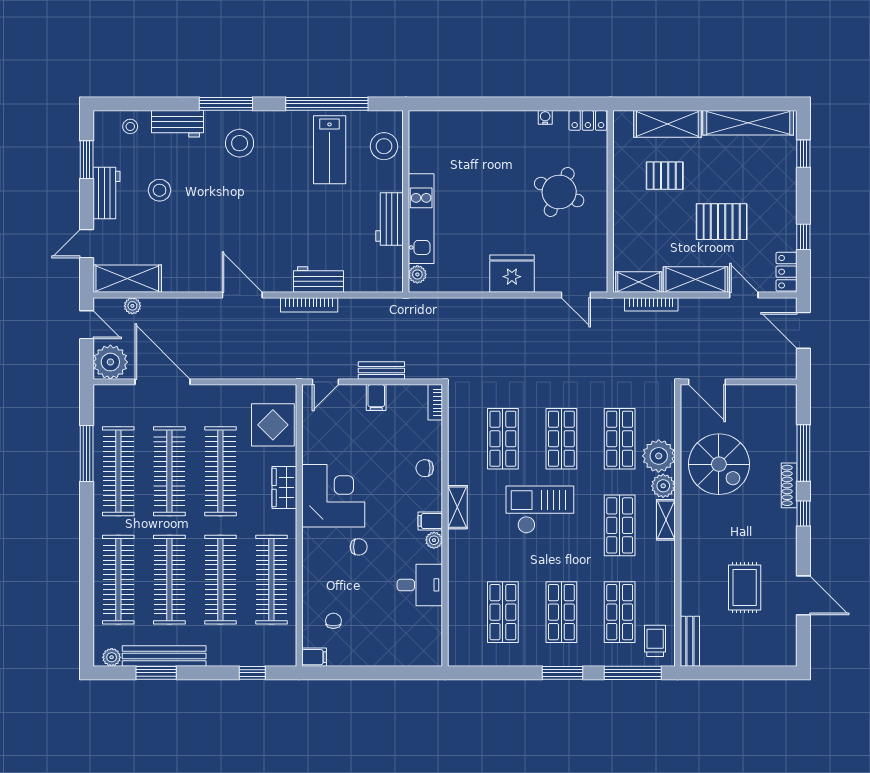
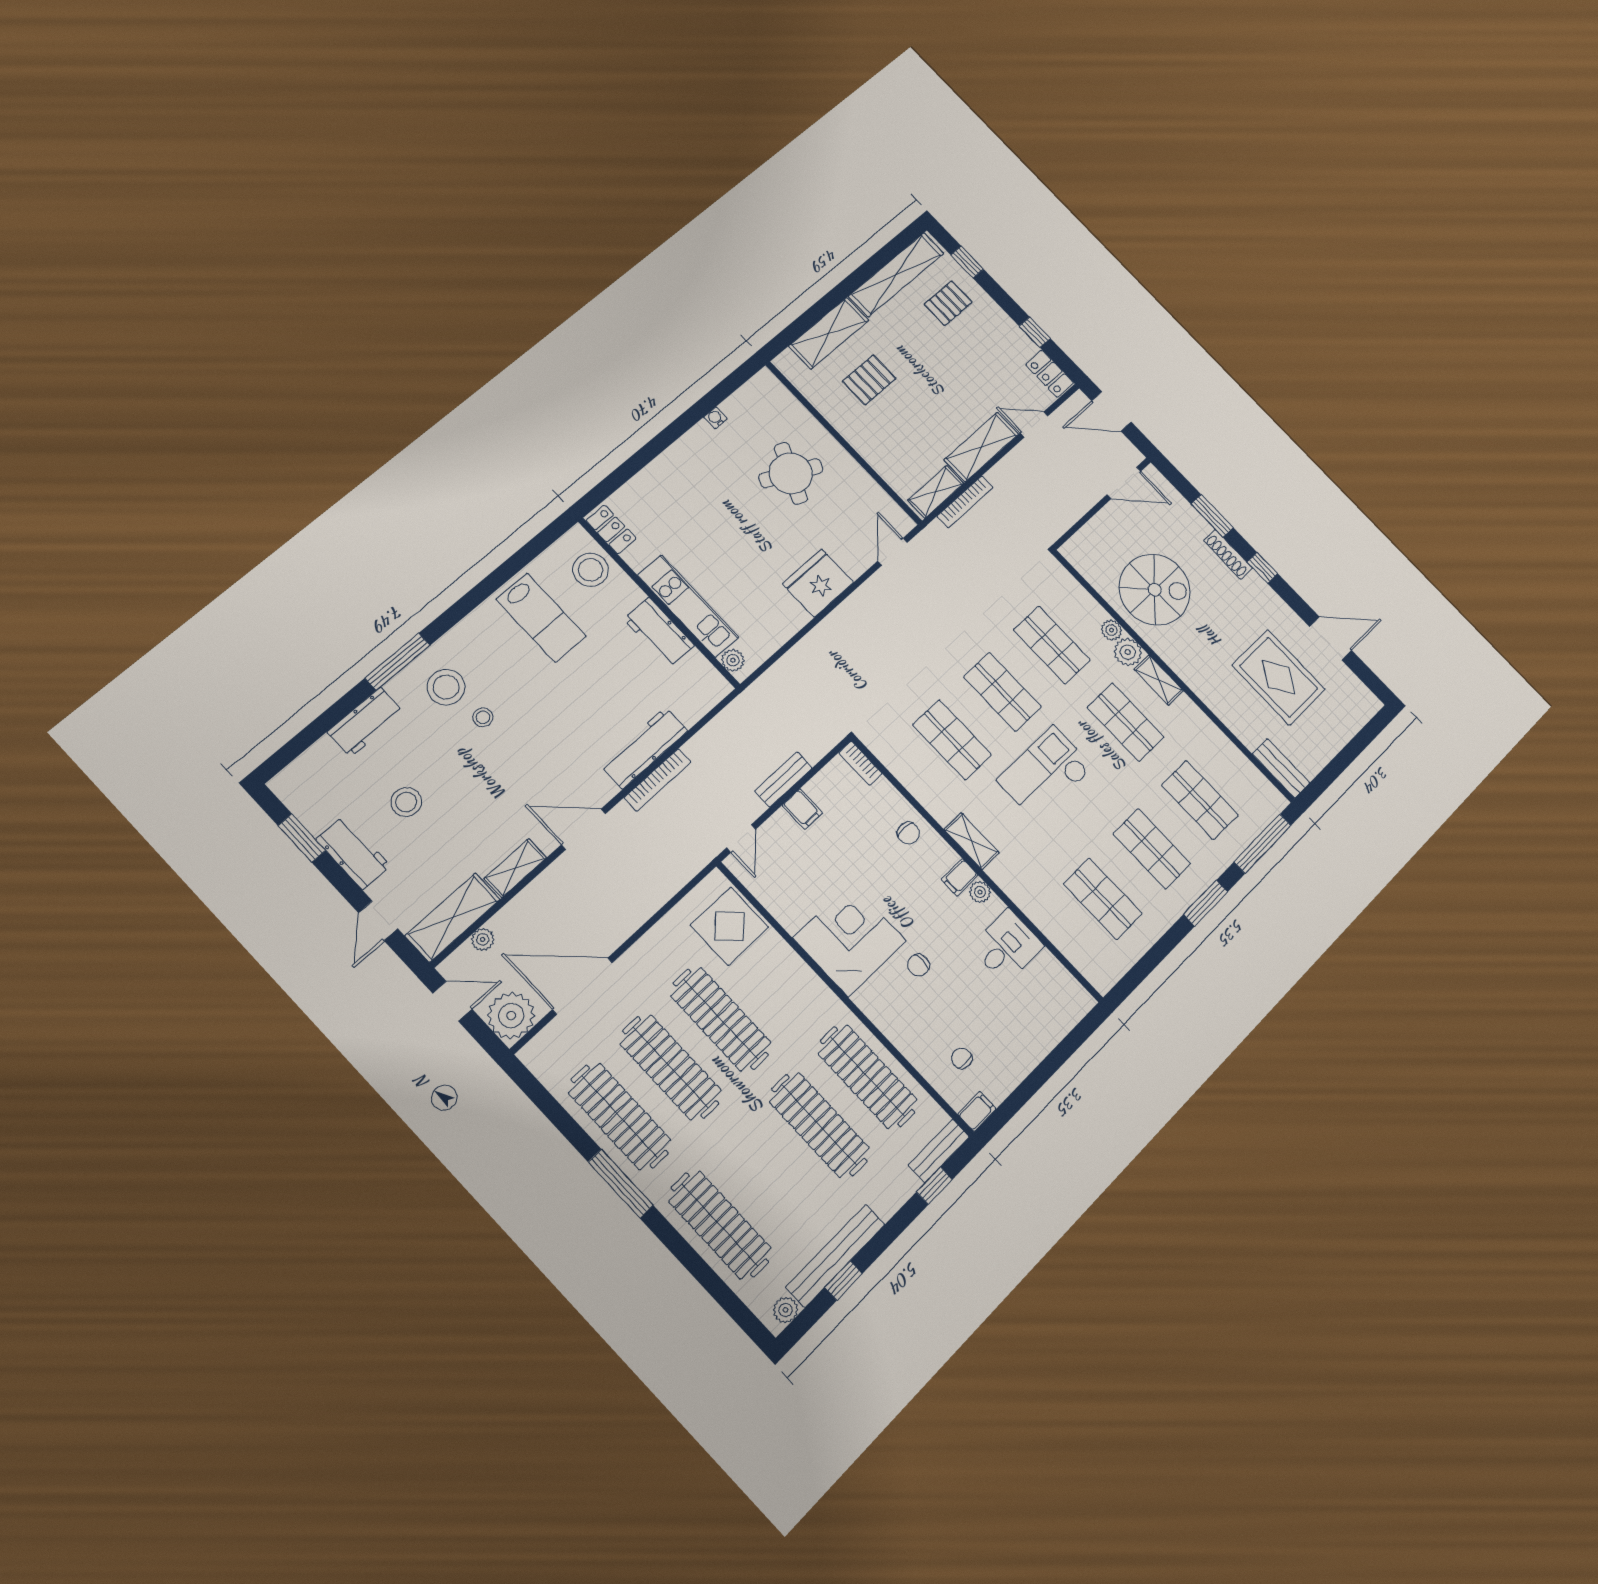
window: (327, 104) -> (499, 577), removed
locker: (588, 120) -> (611, 529), moved, turned -90
stool: (130, 126) -> (483, 717), moved
pallet: (722, 222) -> (948, 303), moved, width x0.67, depth x0.71
workbench: (319, 279) -> (644, 748), width x1.38
shelving: (185, 282) -> (515, 868), added
door: (576, 295) -> (893, 552), swing flipped
door: (707, 382) -> (1124, 483), moved
window: (803, 453) -> (1212, 516), width x0.69
window: (87, 454) -> (621, 1184), moved
plant: (659, 456) -> (1111, 630), width x0.53, depth x0.53
chair: (425, 468) -> (908, 833), turned -90
wardrobe: (284, 487) -> (797, 976), removed
chair: (359, 547) -> (918, 965), turned 180
clothes rail: (169, 580) -> (770, 1174), removed
rug: (745, 588) -> (1279, 677), width x1.36, depth x1.43
trolley: (655, 641) -> (1253, 796), removed
bench: (273, 657) -> (939, 1151), added
window: (156, 673) -> (844, 1280), width x0.67

